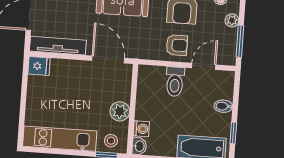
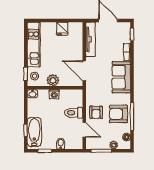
door: (108, 59) -> (84, 71), swing flipped
fridge: (39, 66) -> (62, 29), moved
washing machine: (141, 129) -> (54, 94), moved

